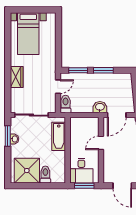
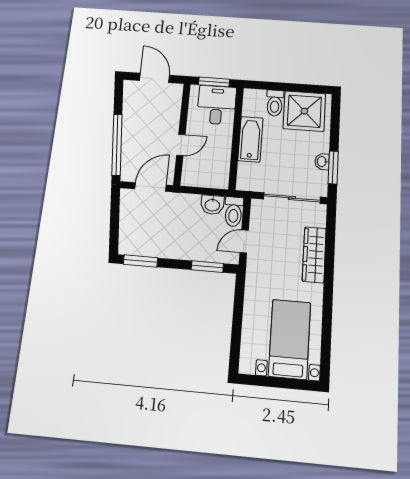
window: (103, 70) -> (140, 261), moved
wardrobe: (17, 77) -> (314, 255), width x1.50
washbasin: (100, 107) -> (212, 205), moved
bathtub: (59, 136) -> (250, 139), moved

